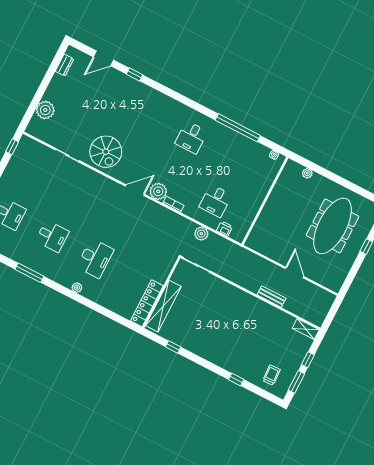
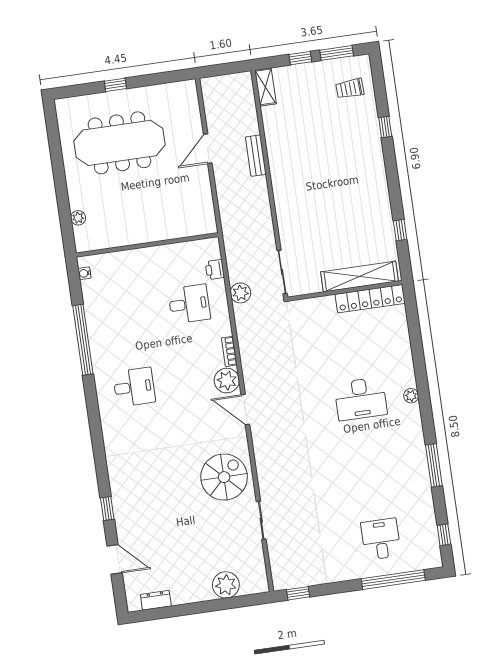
desk: (52, 236) -> (371, 469), removed
desk: (95, 258) -> (361, 399), turned 180

